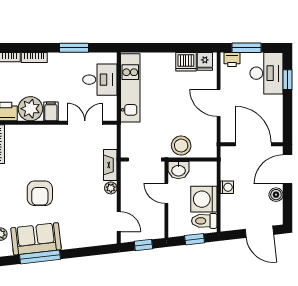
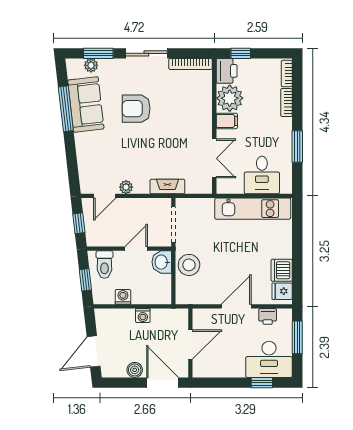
printer: (232, 59) -> (268, 316), moved, turned -90
door: (253, 144) -> (190, 345), width x0.73
plant: (111, 188) -> (126, 187), moved
washing machine: (204, 199) -> (123, 297), width x0.53, depth x0.53
toilet: (204, 221) -> (104, 265), moved, turned 180

